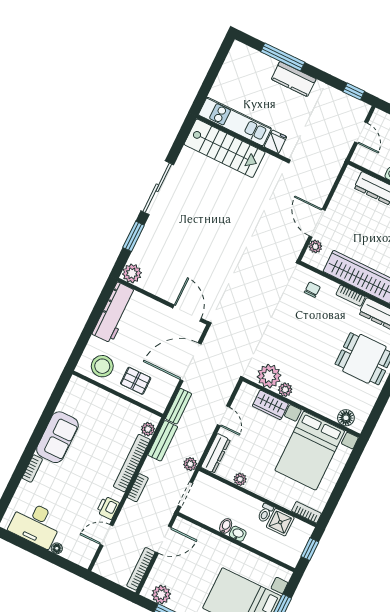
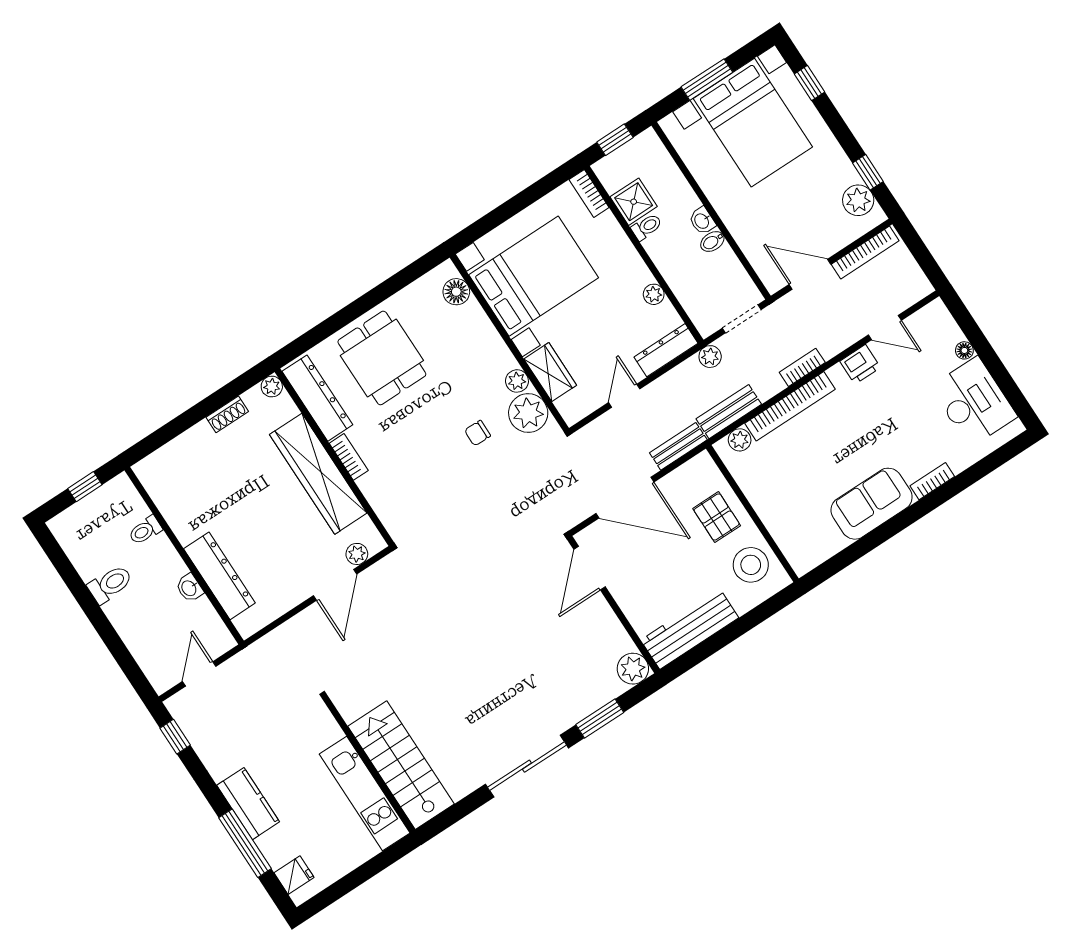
fridge: (275, 142) -> (294, 875), moved, turned 180
chair: (312, 290) -> (478, 433), moved

